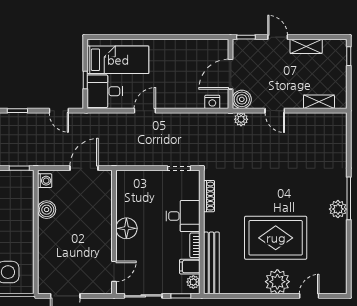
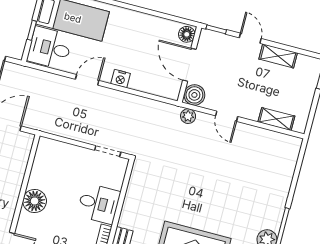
floor lamp: (221, 48) -> (187, 34), added
door: (231, 74) -> (189, 65), hinge flipped
nightstand: (212, 102) -> (121, 79), moved
shoe rack: (209, 196) -> (132, 190), removed

